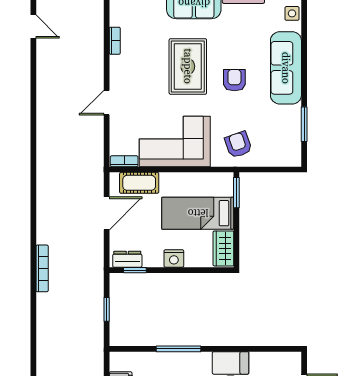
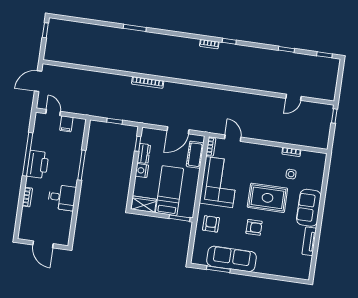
side table: (292, 13) -> (291, 174), moved
door: (33, 27) -> (293, 97), moved
sofa: (286, 68) -> (232, 259), moved
door: (107, 103) -> (233, 138), moved
armchair: (238, 145) -> (211, 224), turned -71
door: (107, 213) -> (178, 130), hinge flipped
dresser: (127, 259) -> (144, 153), moved

